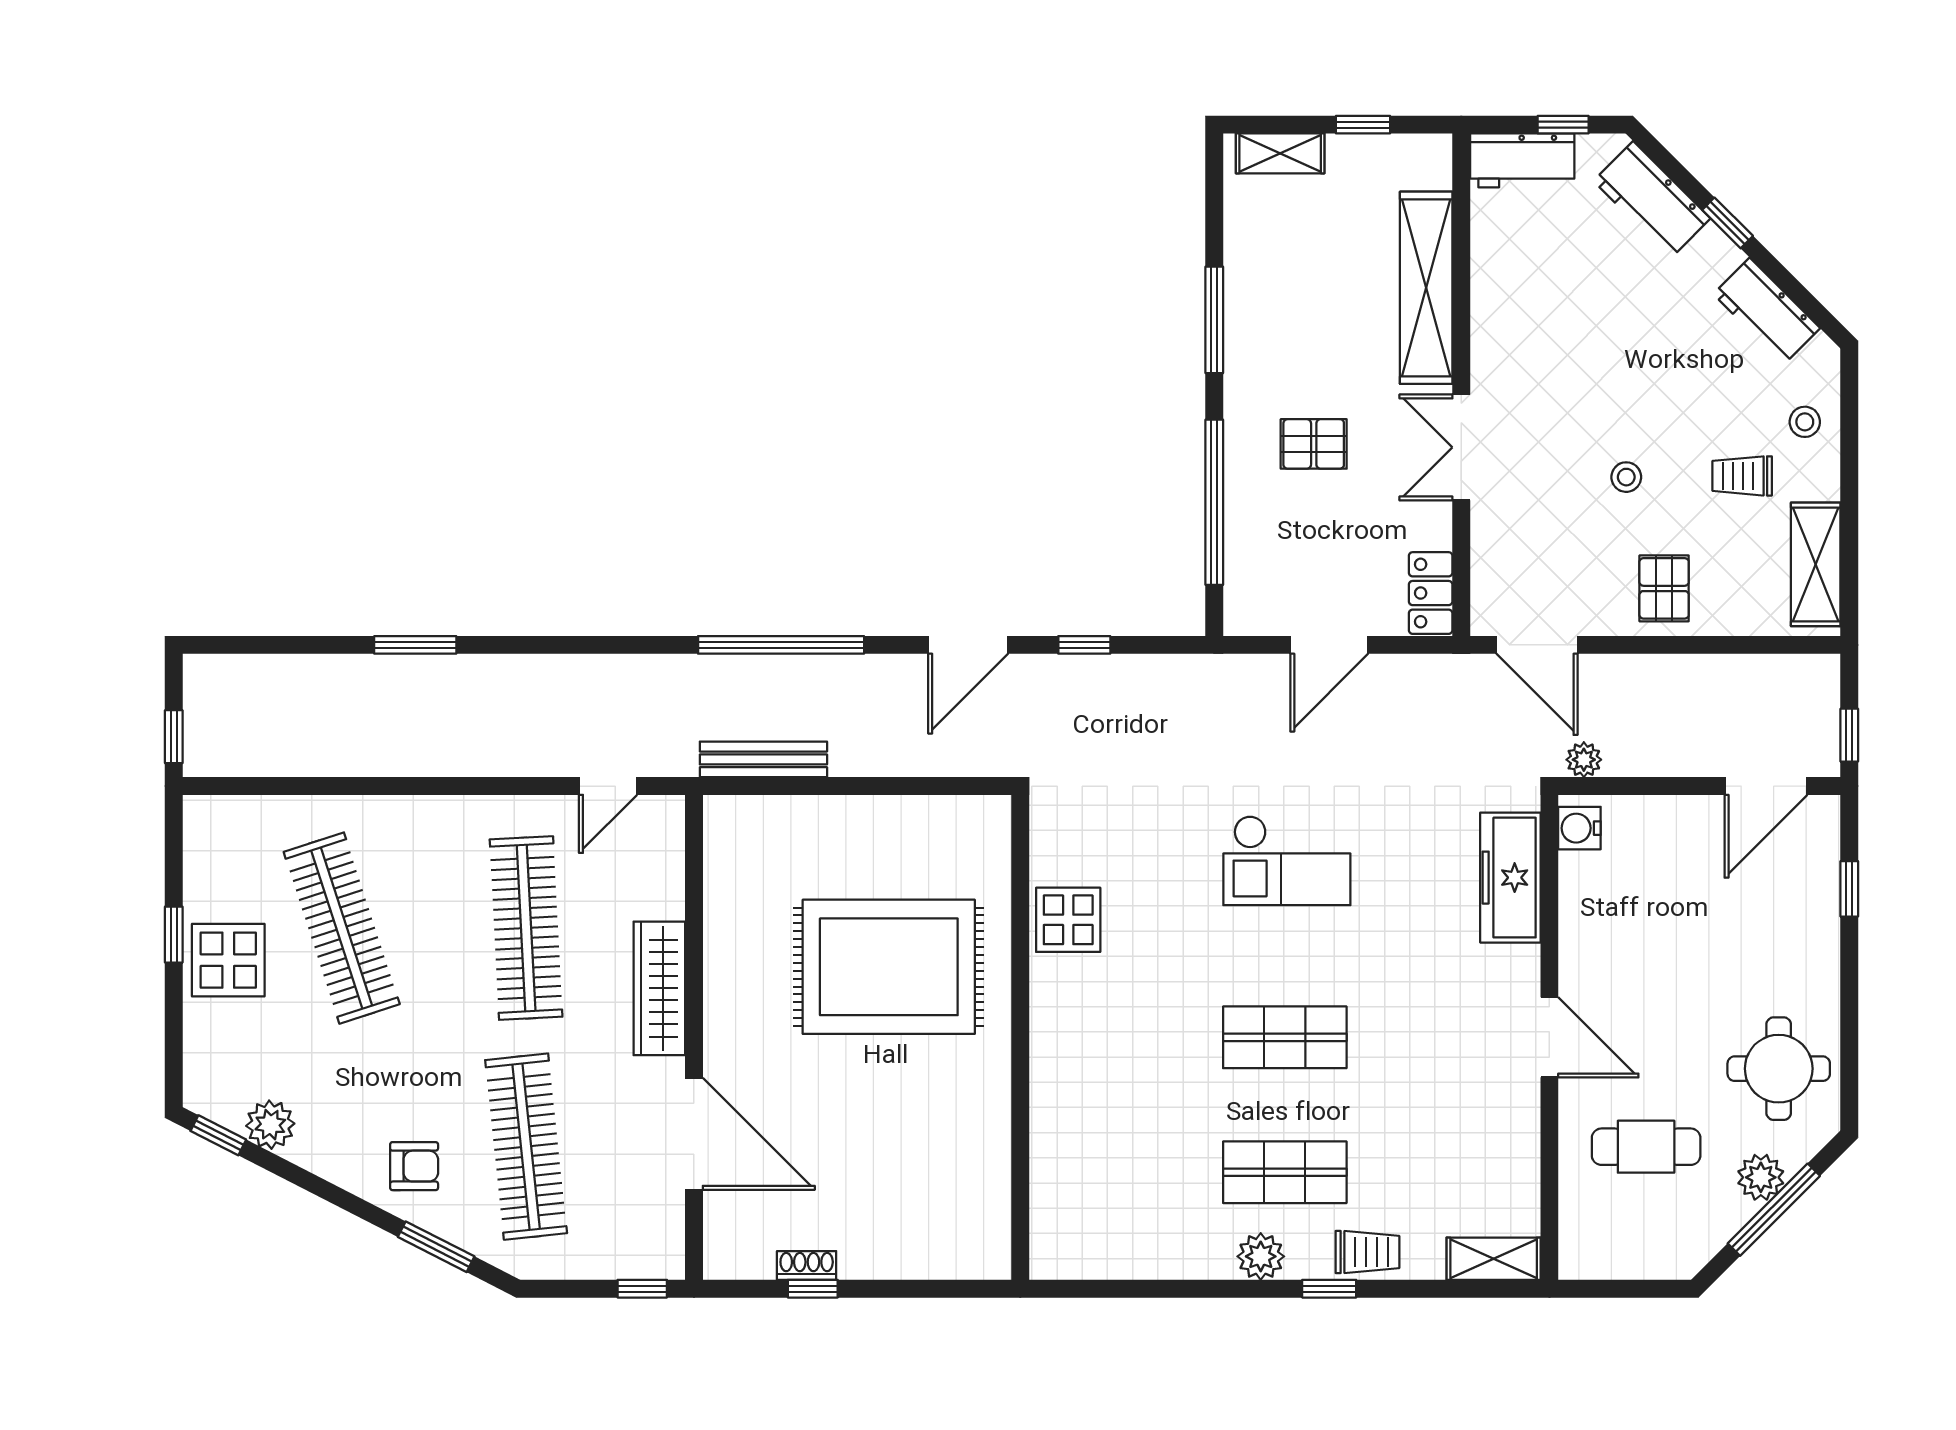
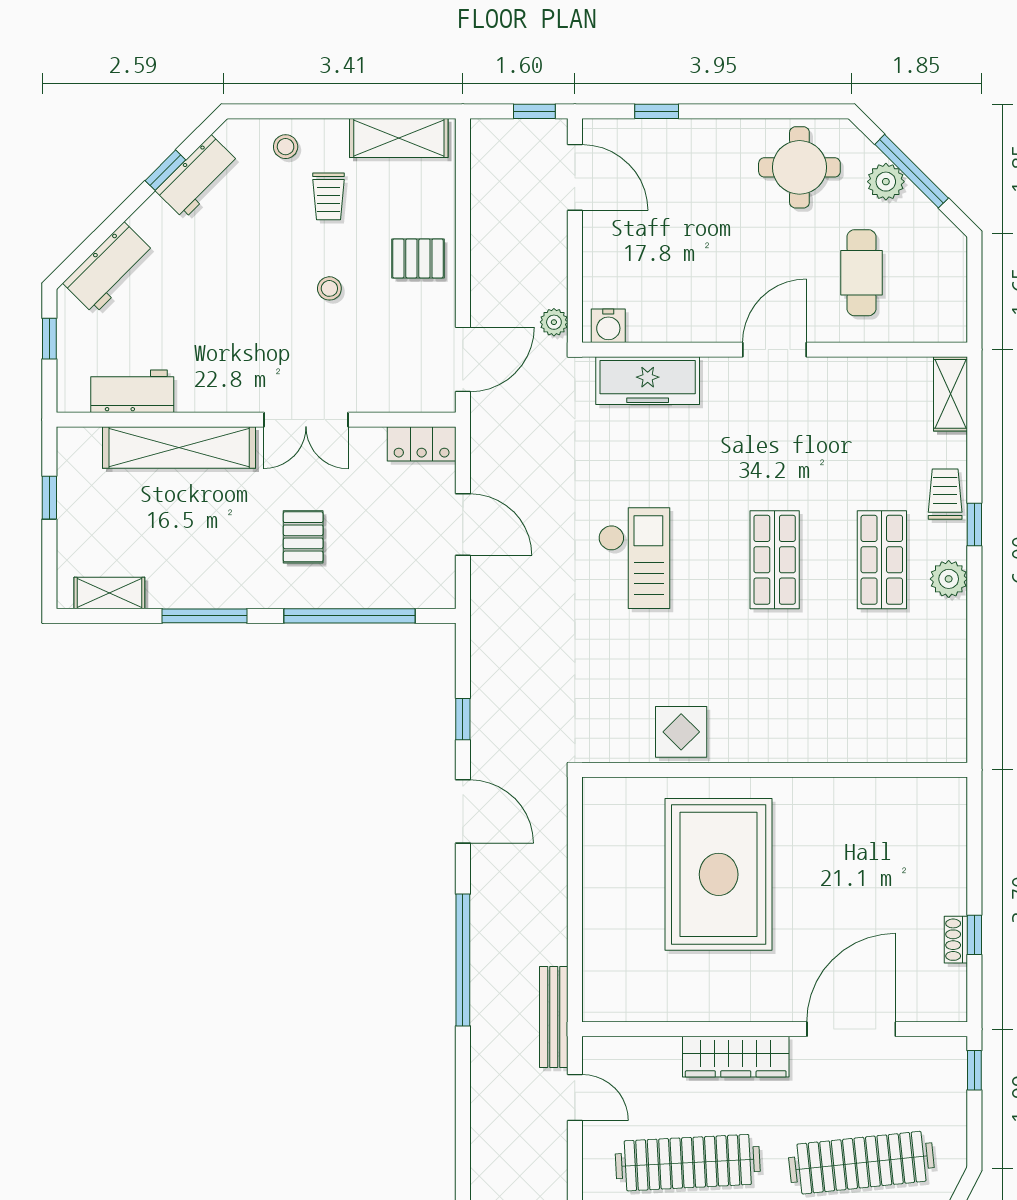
shelving: (1280, 153) -> (109, 593), moved, turned 90
workbench: (1522, 160) -> (132, 391), moved, turned -90
window: (1728, 223) -> (165, 170), moved
bench: (763, 759) -> (554, 1017), moved

